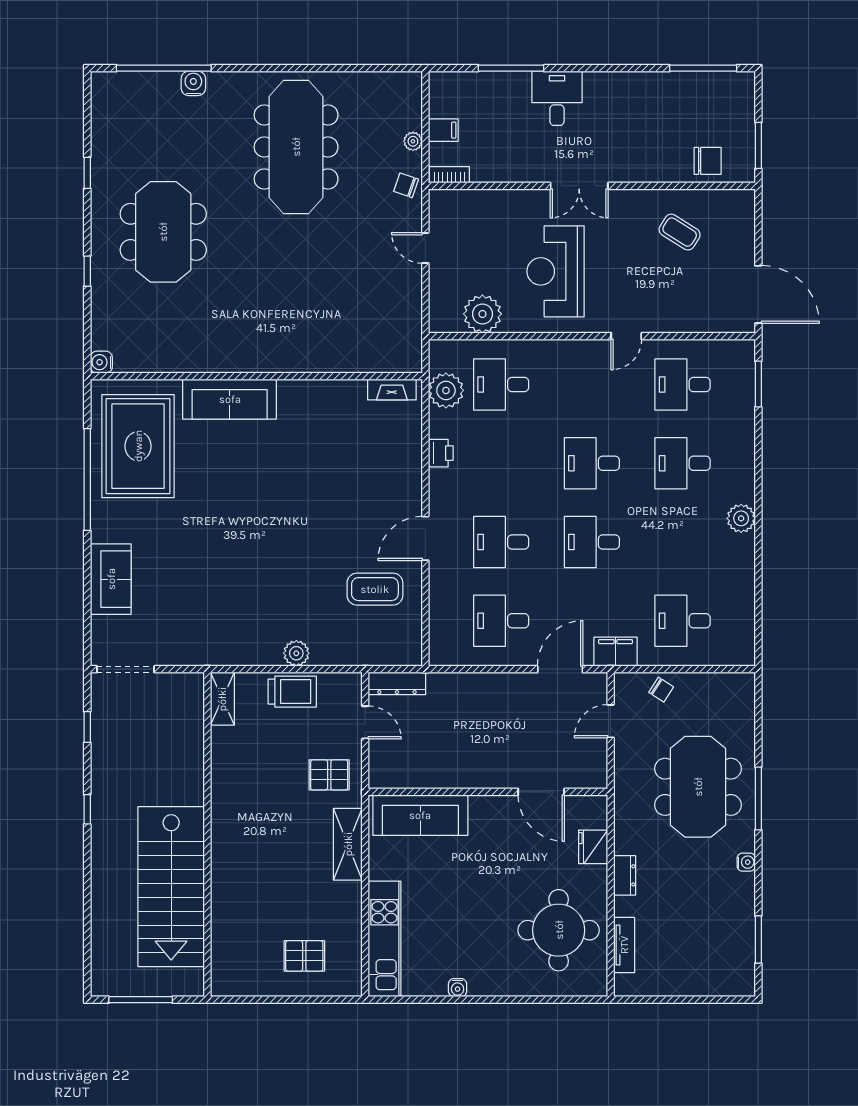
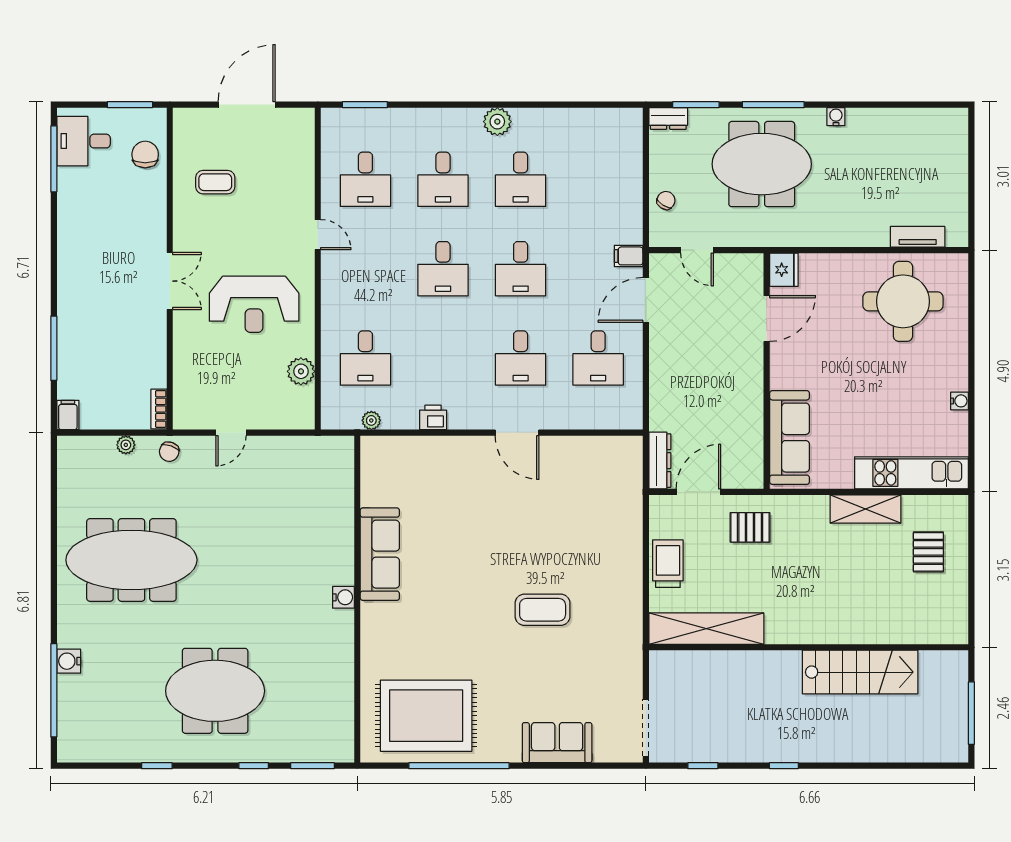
desk: (557, 98) -> (84, 141), moved
filing cabinet: (443, 130) -> (68, 415), moved
coffee table: (680, 232) -> (215, 182), turned 58
door: (758, 294) -> (247, 105), moved
plant: (482, 314) -> (301, 371), width x0.73, depth x0.73
window: (87, 331) -> (313, 766), added
water cooler: (101, 362) -> (343, 597), moved, turned -90
fireplace: (392, 390) -> (370, 466), removed
plant: (446, 390) -> (371, 420), width x0.53, depth x0.53
sofa: (230, 399) -> (380, 554), moved
coffee table: (375, 589) -> (543, 610), moved, turned 90
desk: (683, 621) -> (521, 179), moved
filing cabinet: (616, 652) -> (629, 256), width x0.50
plant: (296, 653) -> (630, 560), removed
door: (560, 669) -> (646, 300), hinge flipped
shelving: (222, 699) -> (706, 629), width x2.20, depth x1.33
door: (365, 722) -> (698, 492), width x1.37
pallet: (329, 775) -> (750, 527), turned 90
shelving: (348, 844) -> (865, 509), moved
fridge: (593, 847) -> (784, 270), moved, turned -90
dresser: (625, 875) -> (668, 118), moved, turned 180
stairs: (171, 887) -> (860, 672), width x0.73, depth x0.66
window: (758, 939) -> (696, 105), moved

